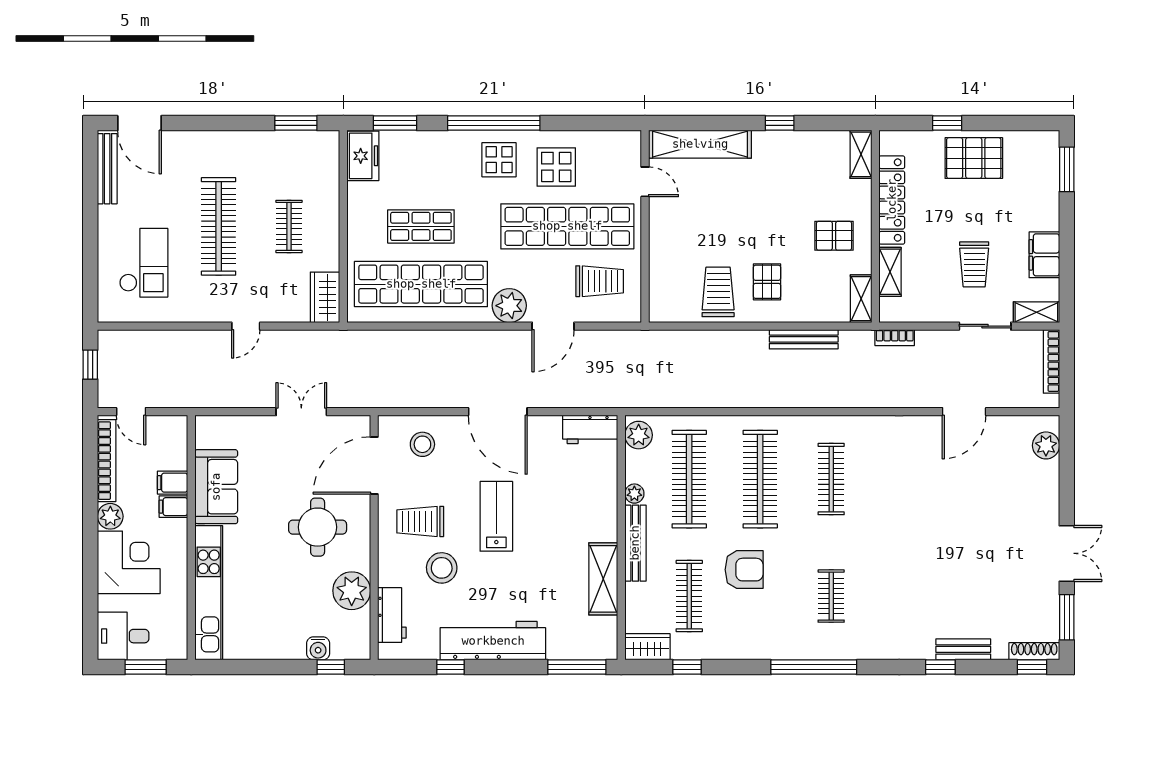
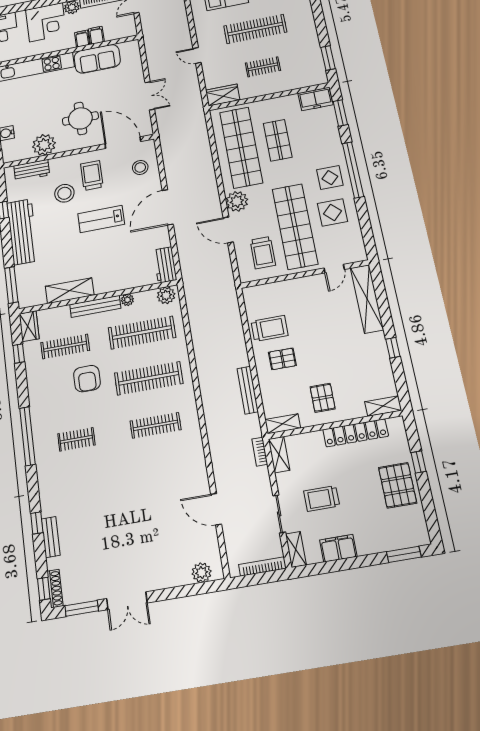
shelving: (890, 272) -> (279, 455), moved, turned 90
lab bench: (496, 516) -> (101, 219), turned 180

